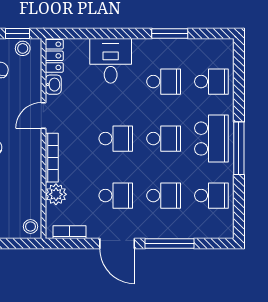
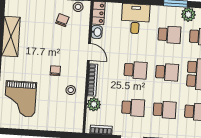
plant: (190, 49) -> (188, 15), added
door: (43, 115) -> (89, 52), swing flipped
stool: (30, 226) -> (71, 90), moved

